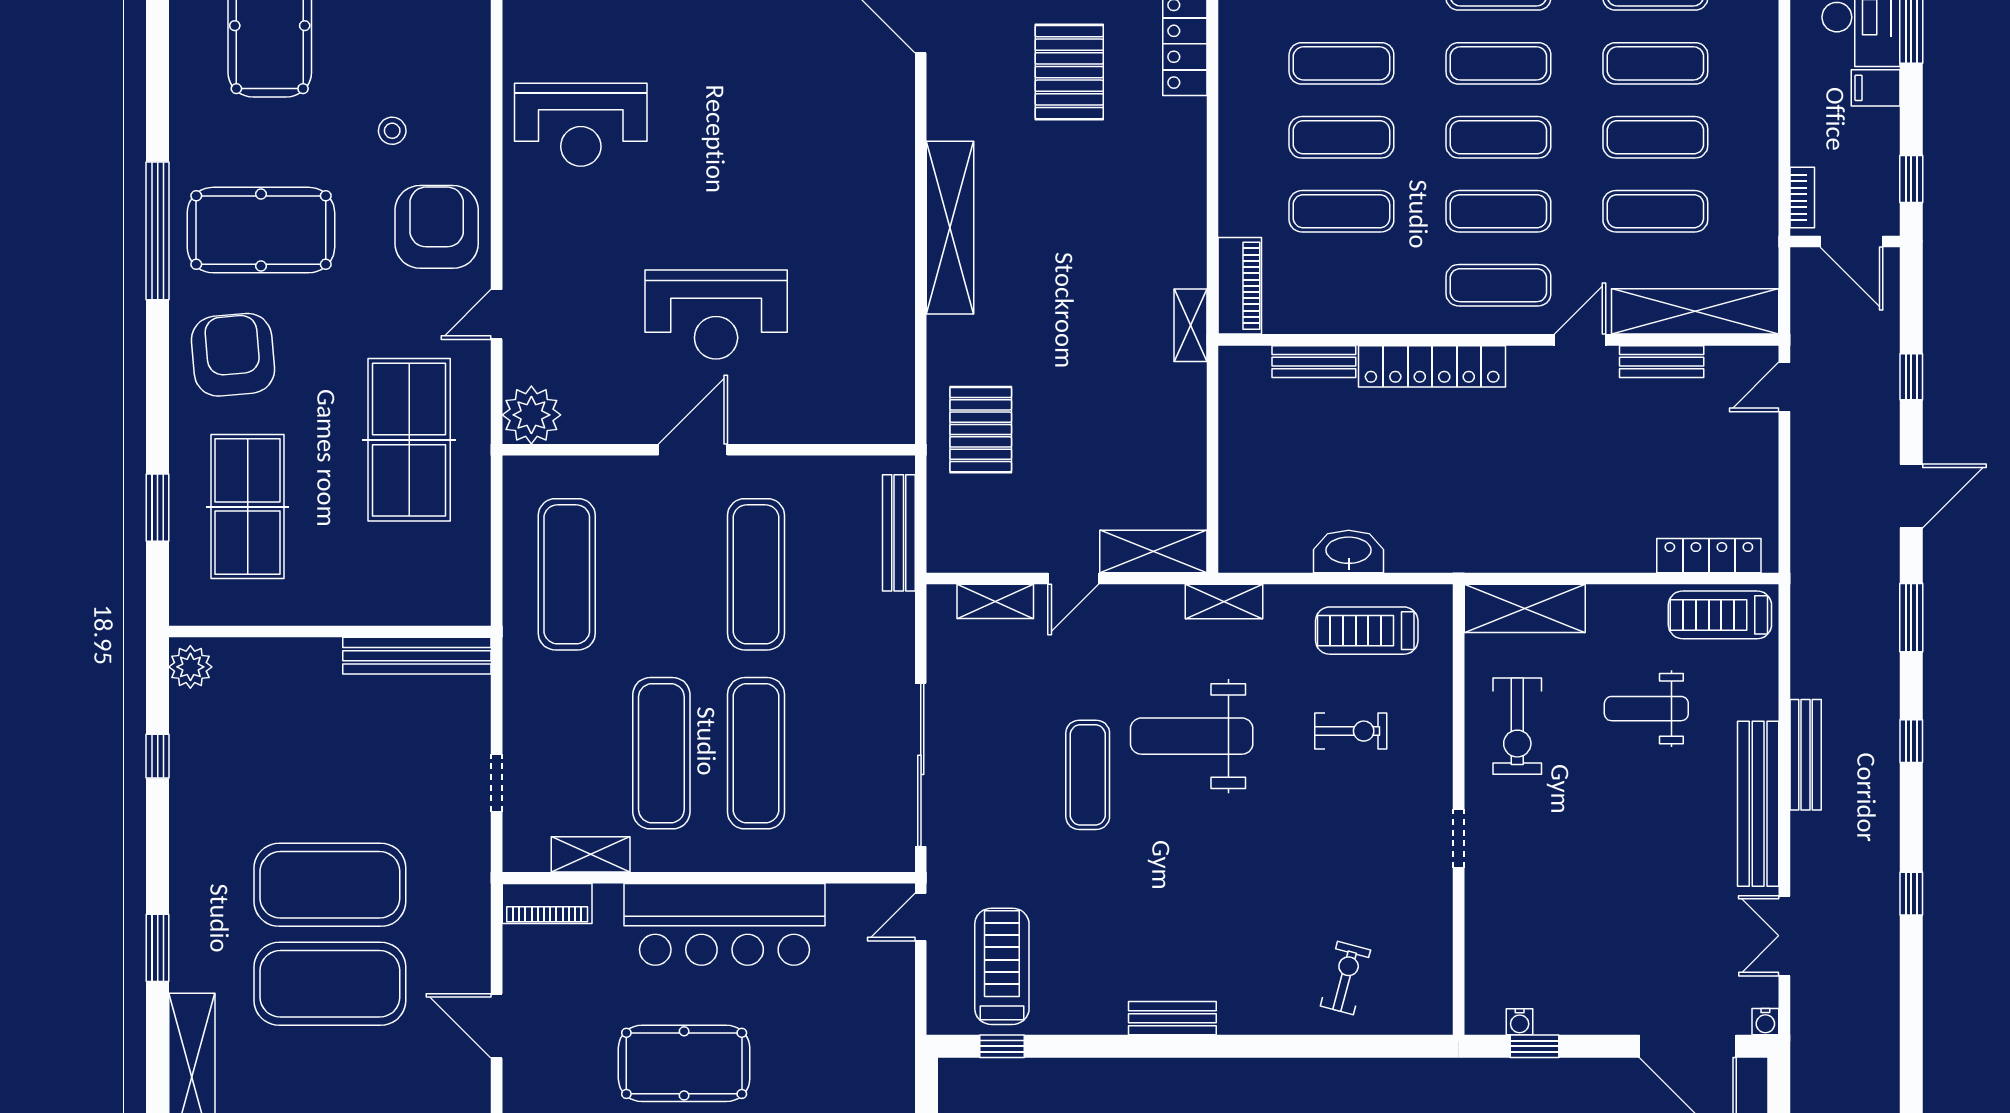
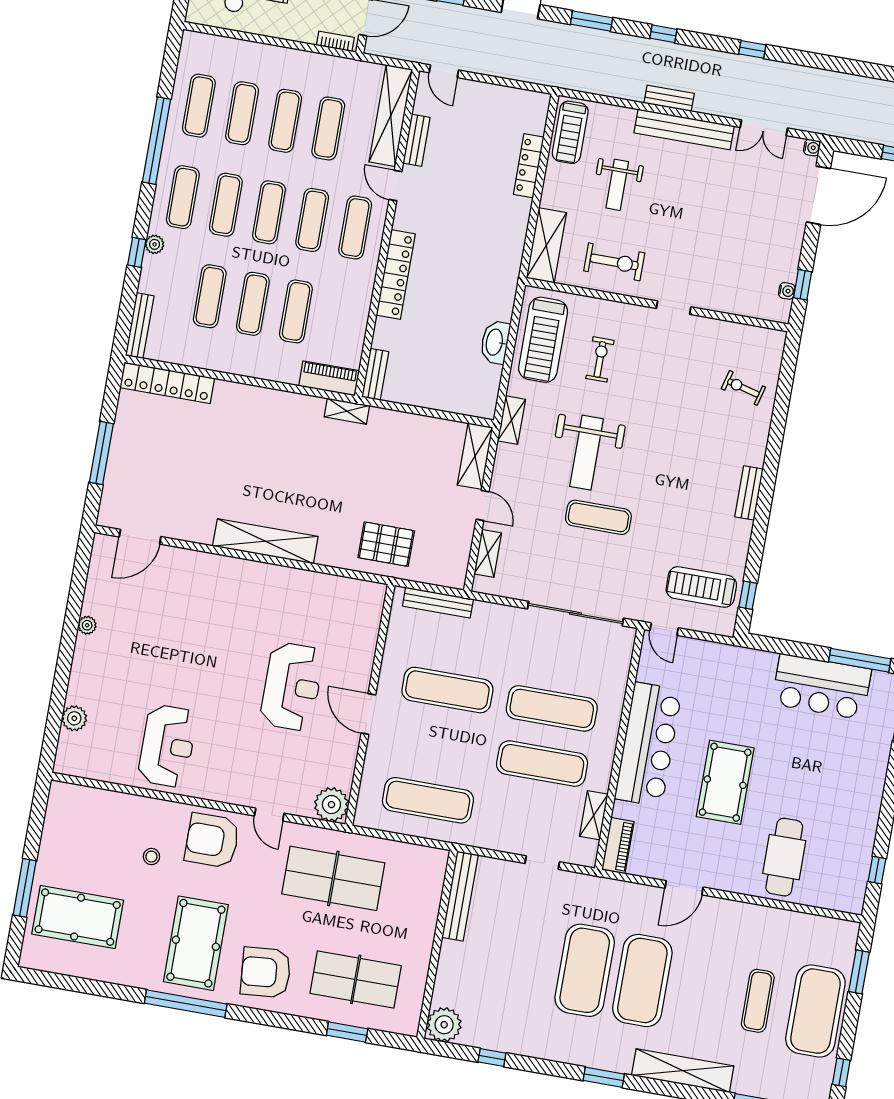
pallet: (1069, 72) -> (187, 456), removed
bench: (1314, 362) -> (375, 374), moved
locker: (1709, 556) -> (529, 166), moved
treadmill: (1367, 631) -> (543, 340), width x1.37, depth x1.38
plant: (190, 667) -> (444, 1025), width x1.36, depth x1.36
bench: (1806, 755) -> (669, 98), width x0.73

